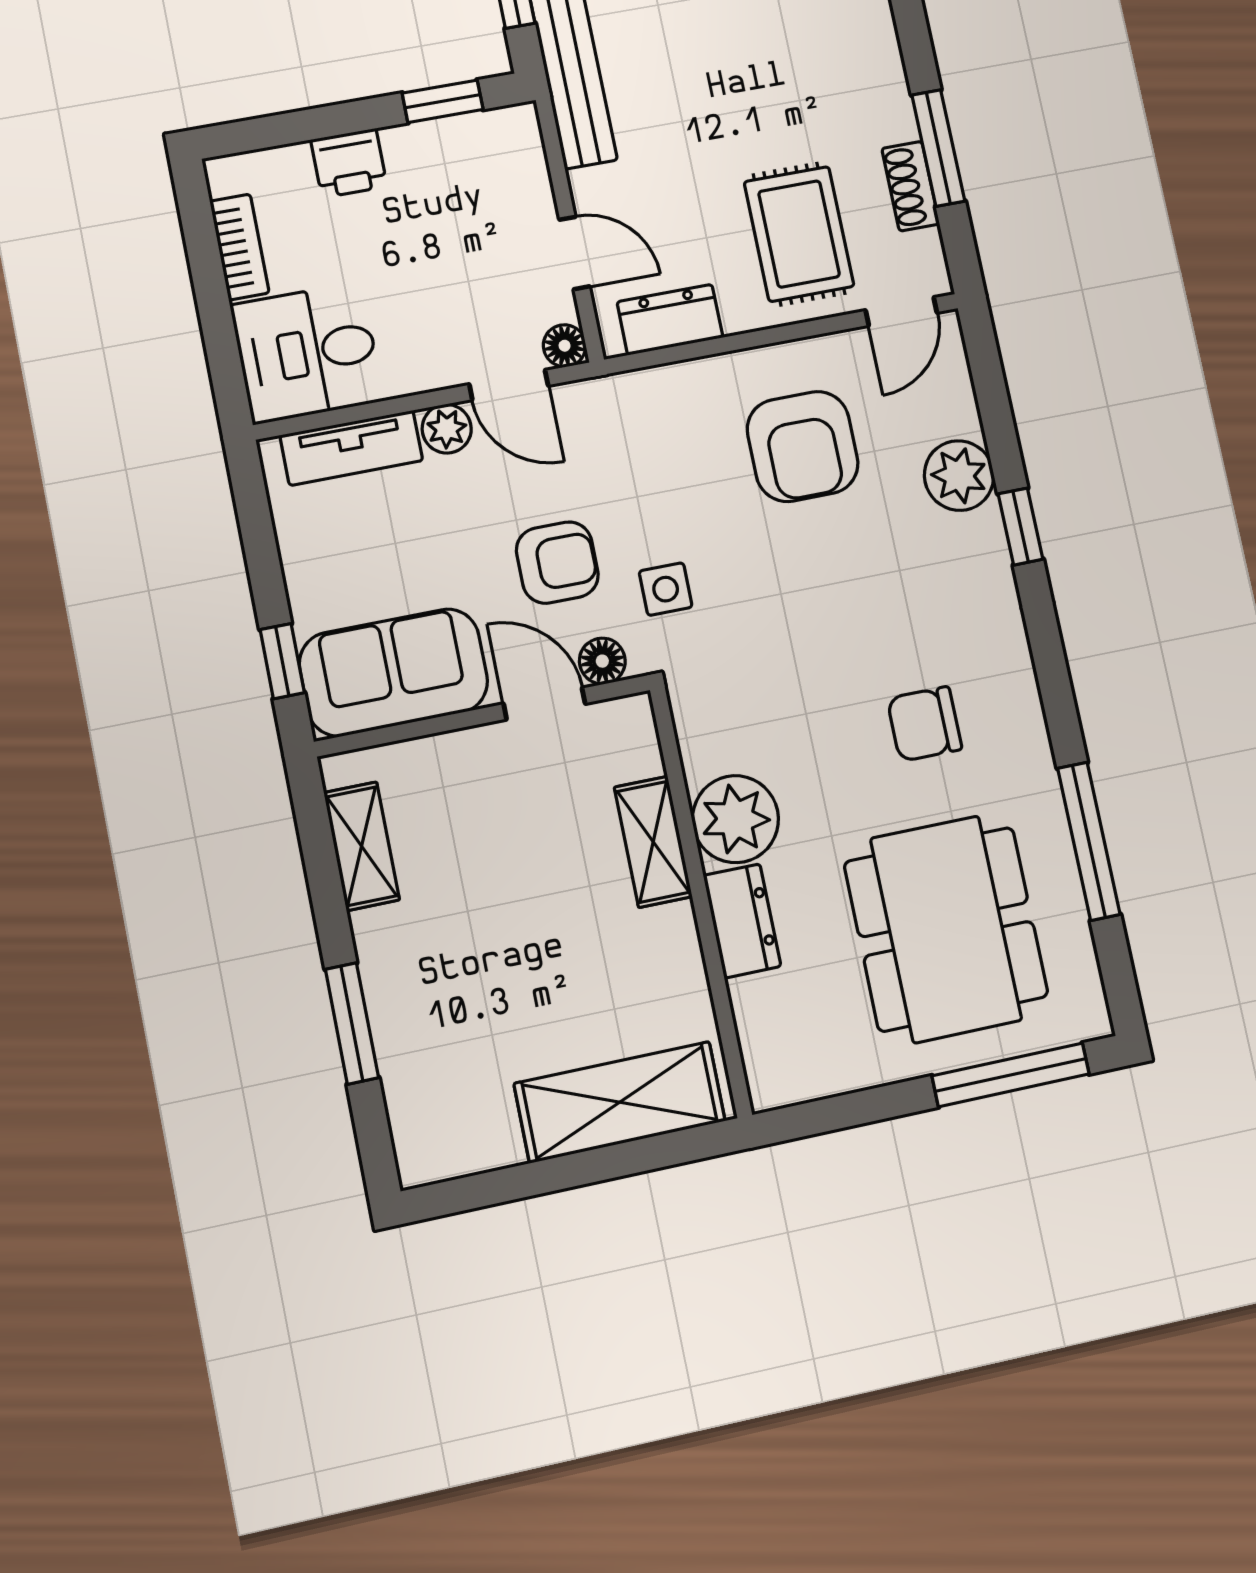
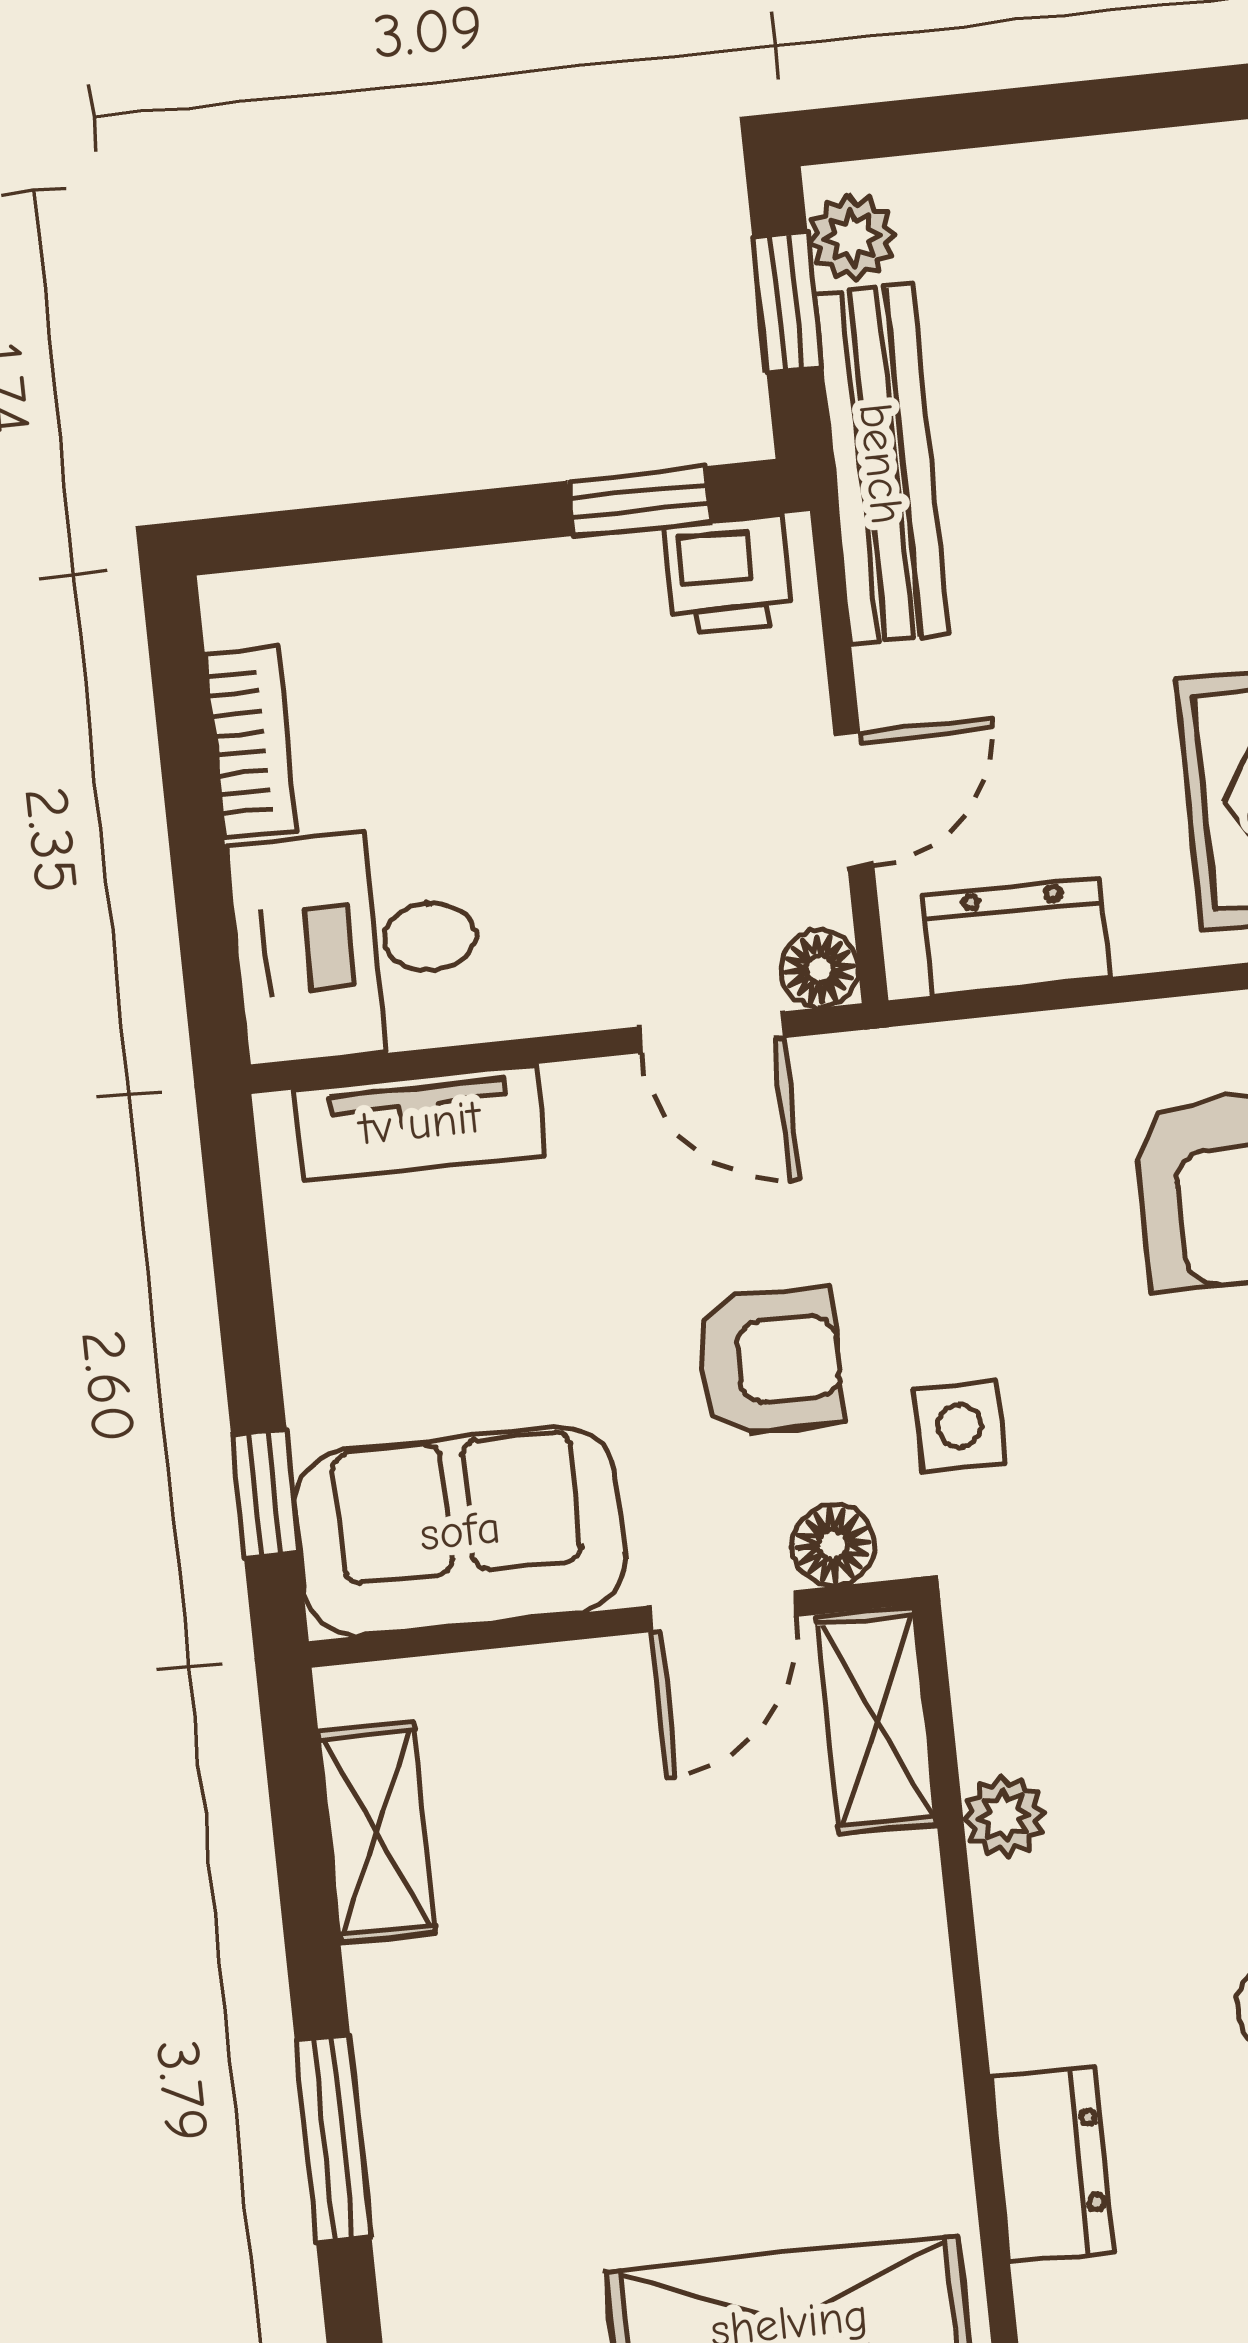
printer: (349, 163) -> (728, 575), moved
door: (575, 253) -> (854, 800), hinge flipped
plant: (447, 429) -> (593, 1102), removed
door: (544, 704) -> (722, 1611), swing flipped
plant: (736, 819) -> (1004, 1816), width x0.53, depth x0.53
shelving: (653, 842) -> (877, 1721), moved
dresser: (742, 921) -> (1052, 2164), moved

